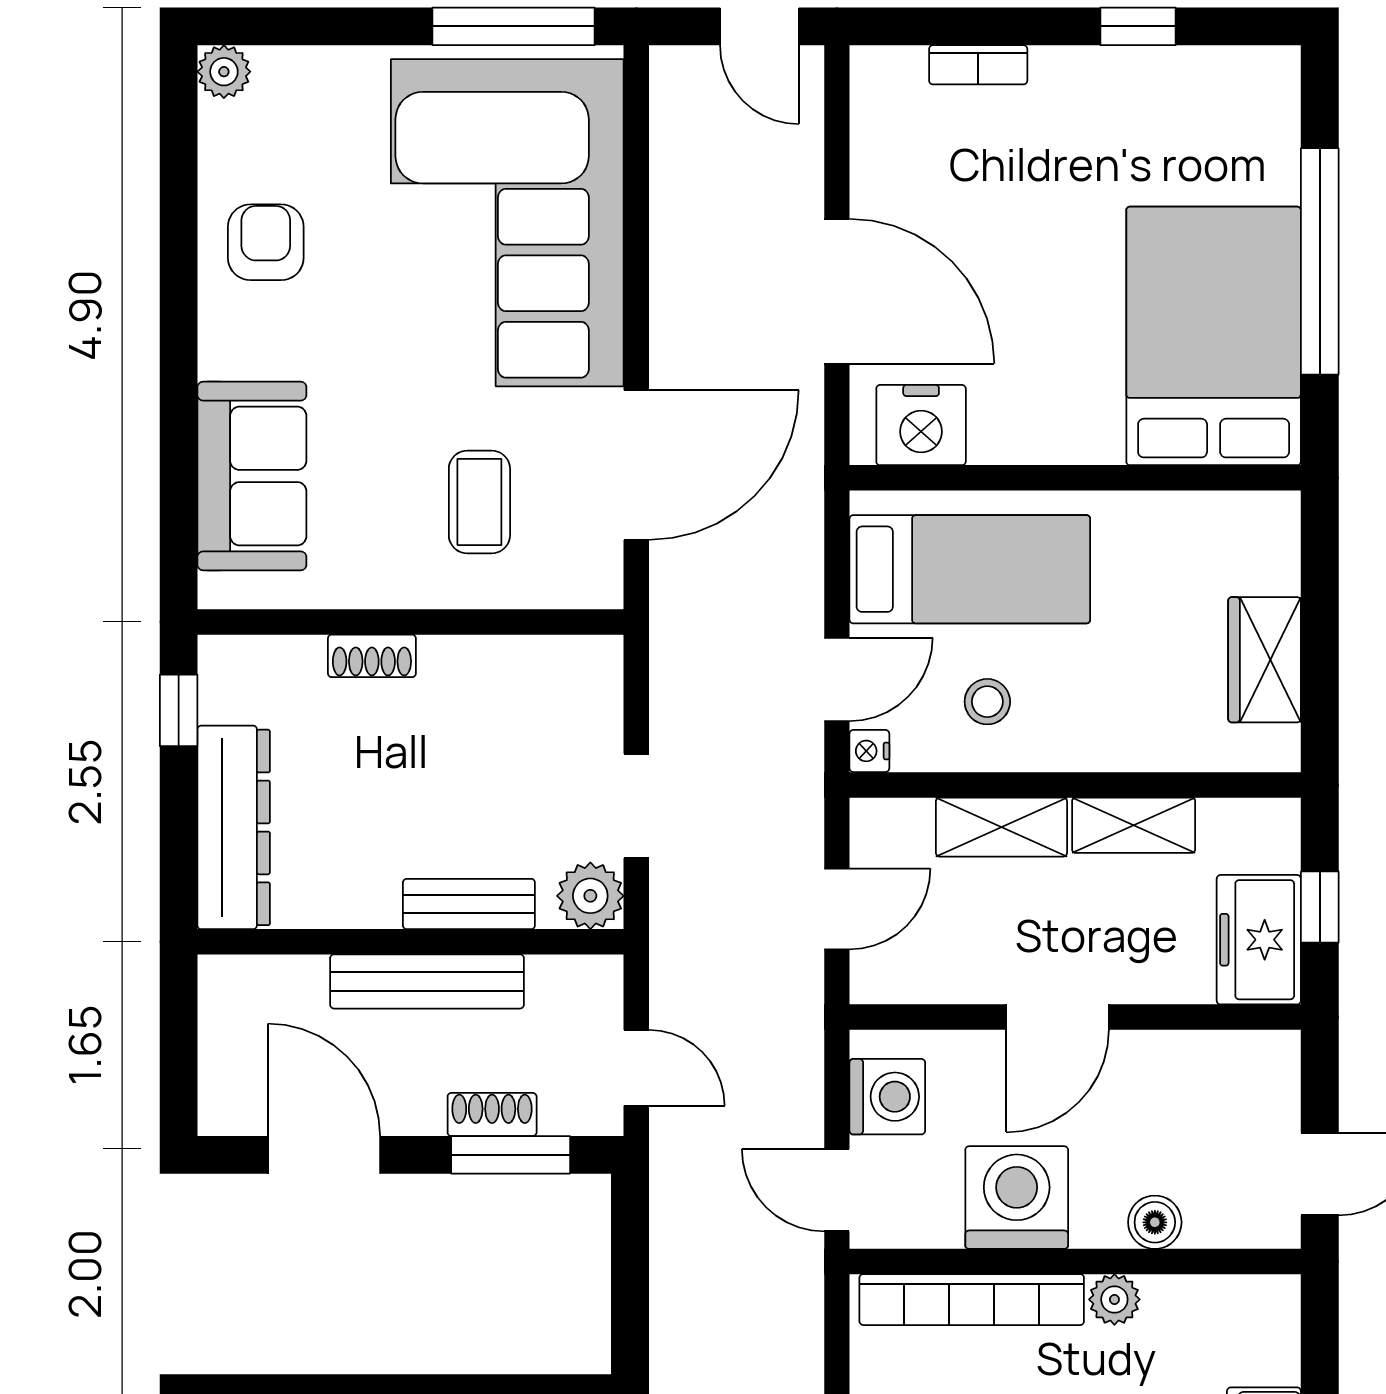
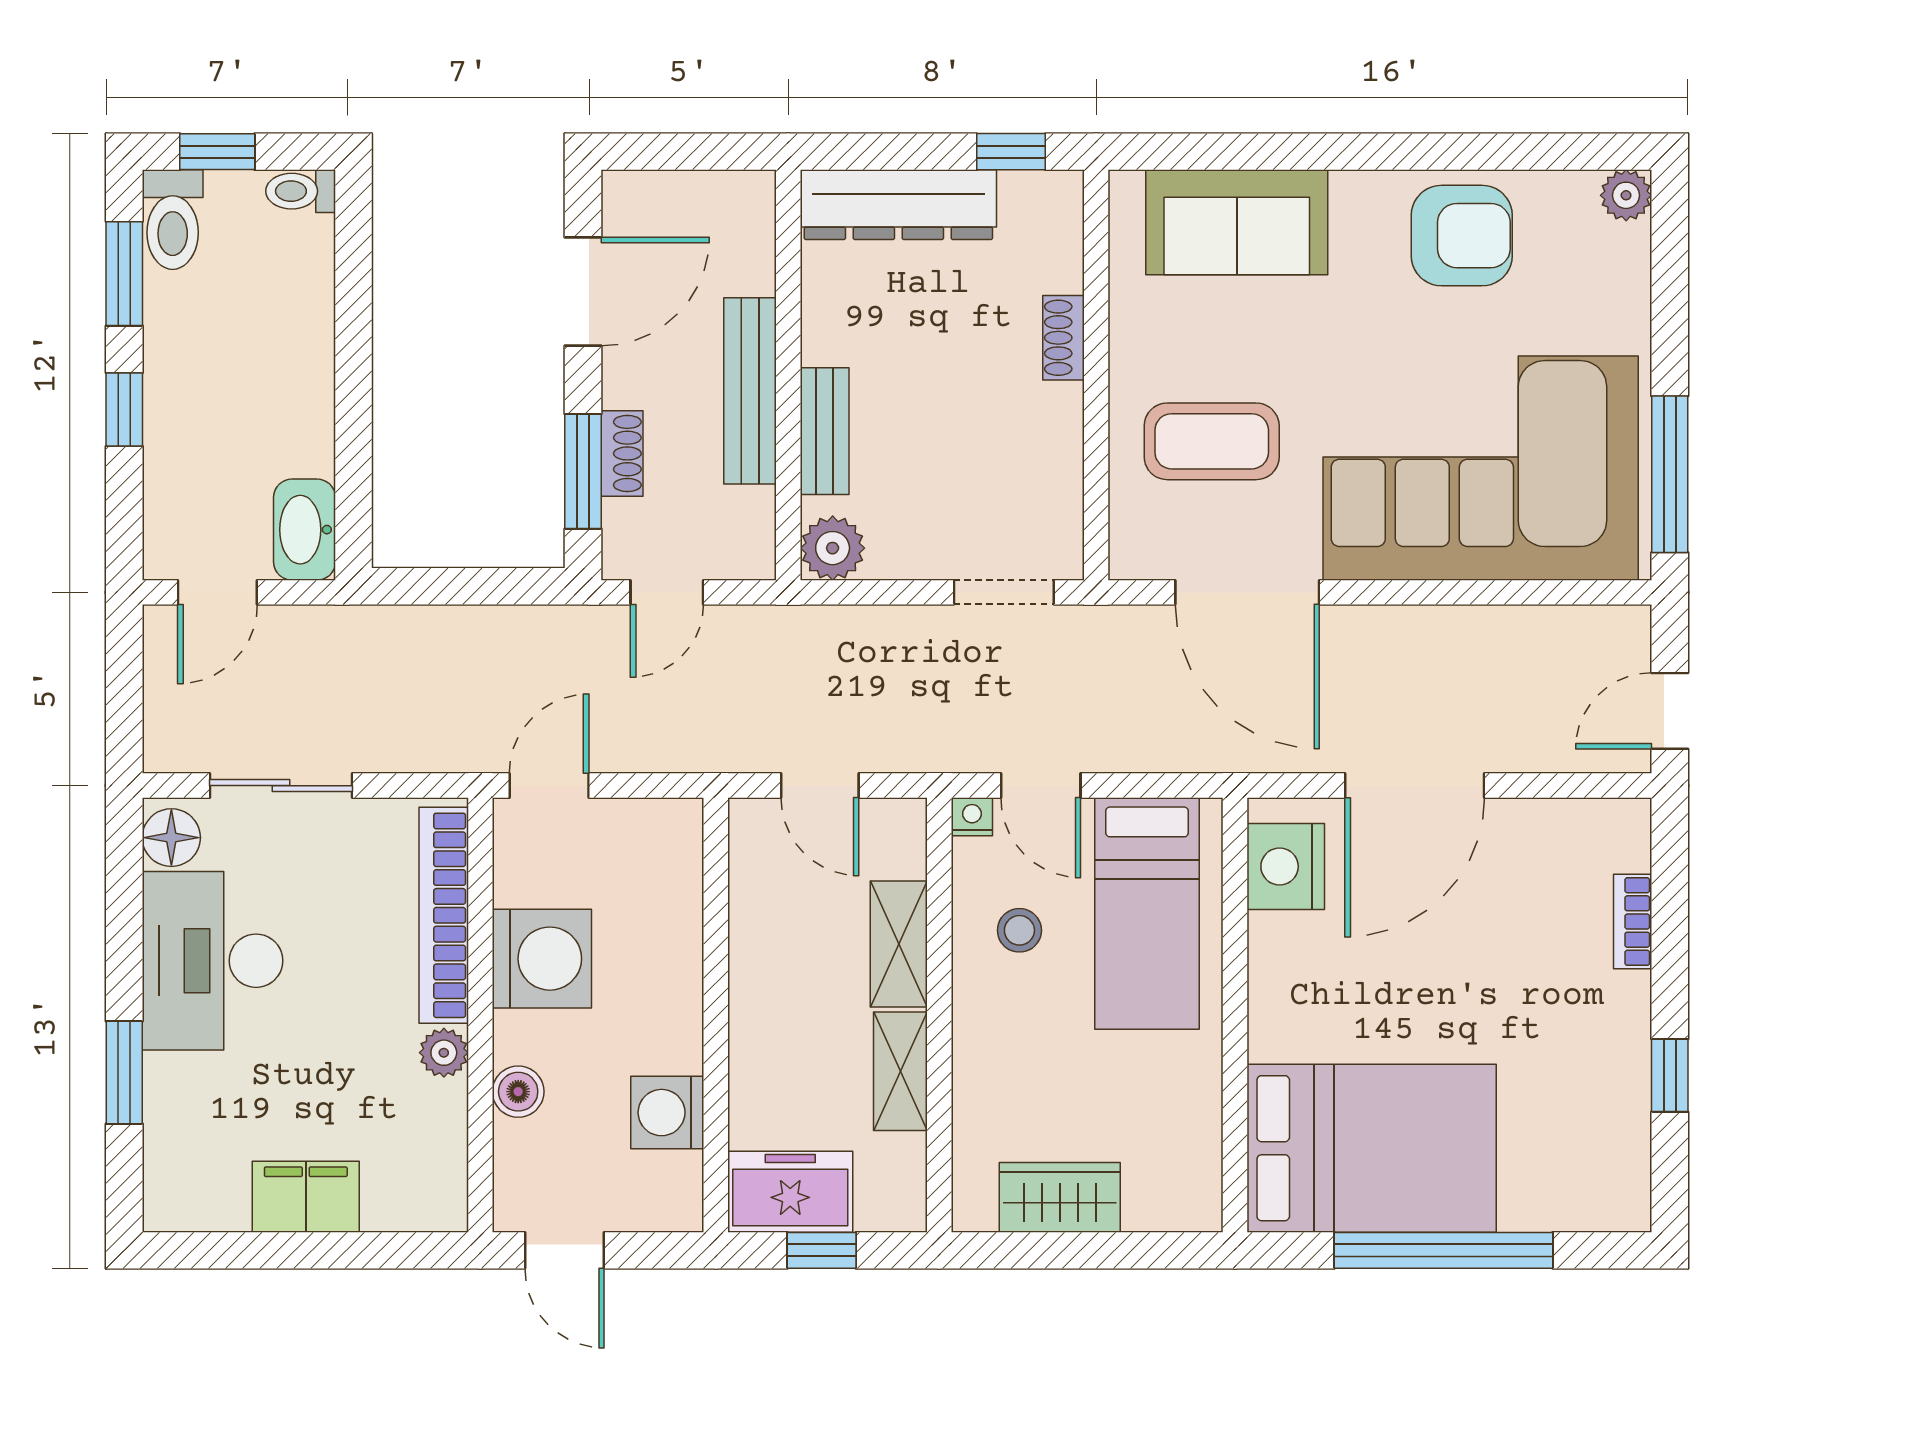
armchair: (266, 242) -> (1462, 236), width x1.38, depth x1.38
coffee table: (479, 502) -> (1212, 441), width x1.36, depth x1.30
doorway: (636, 806) -> (1004, 592), moved
door: (1058, 1017) -> (716, 998), removed
washing machine: (887, 1097) -> (667, 1113), moved, turned 90

